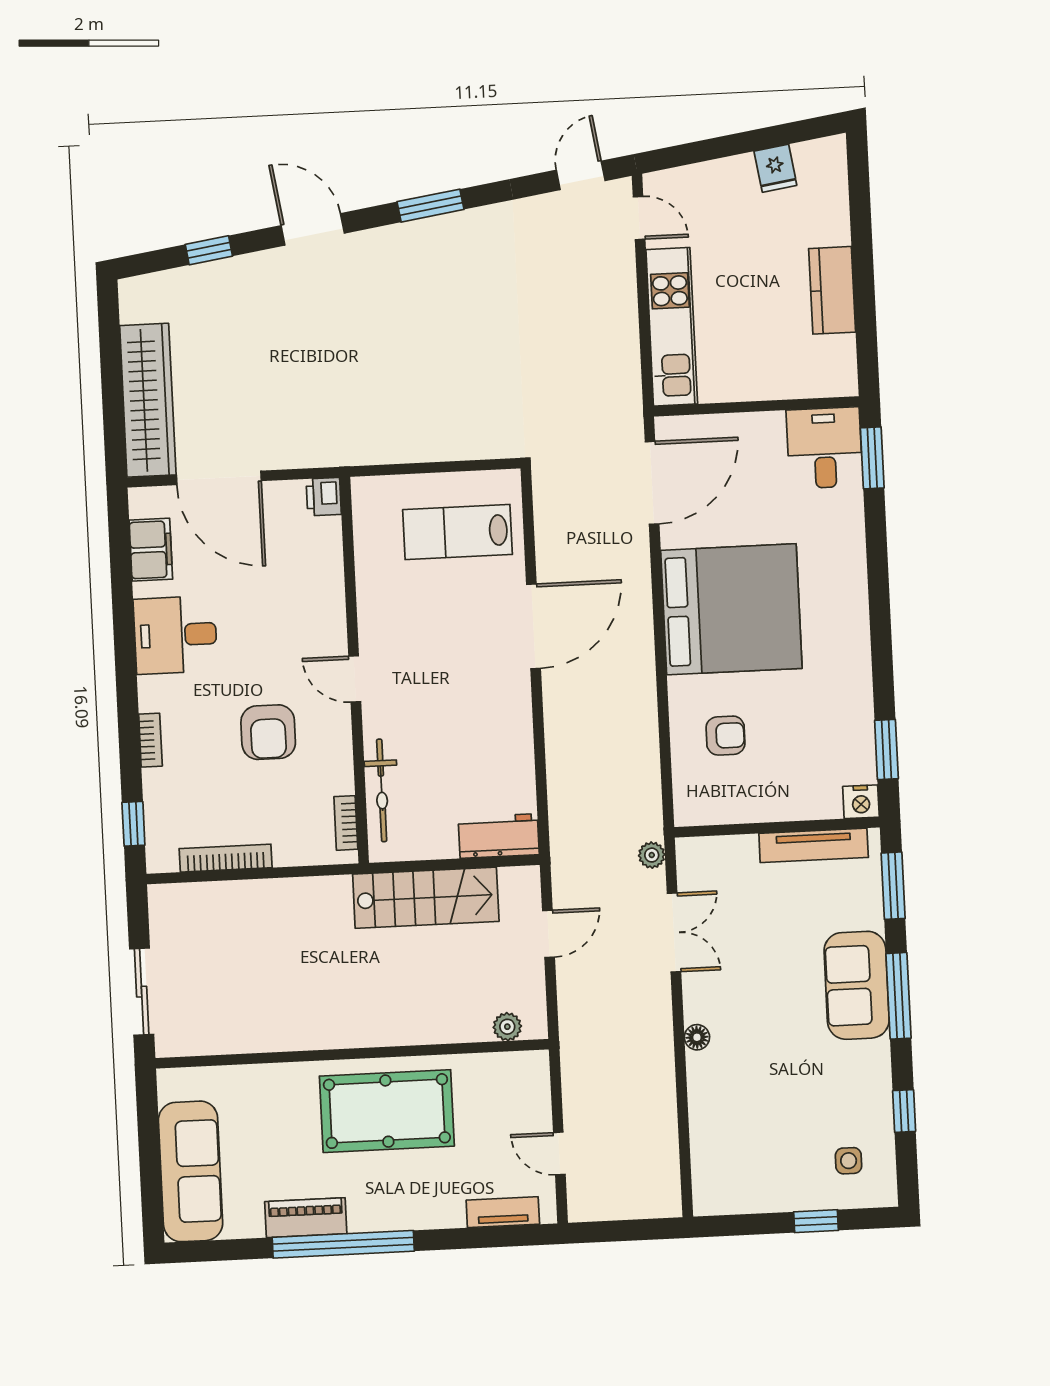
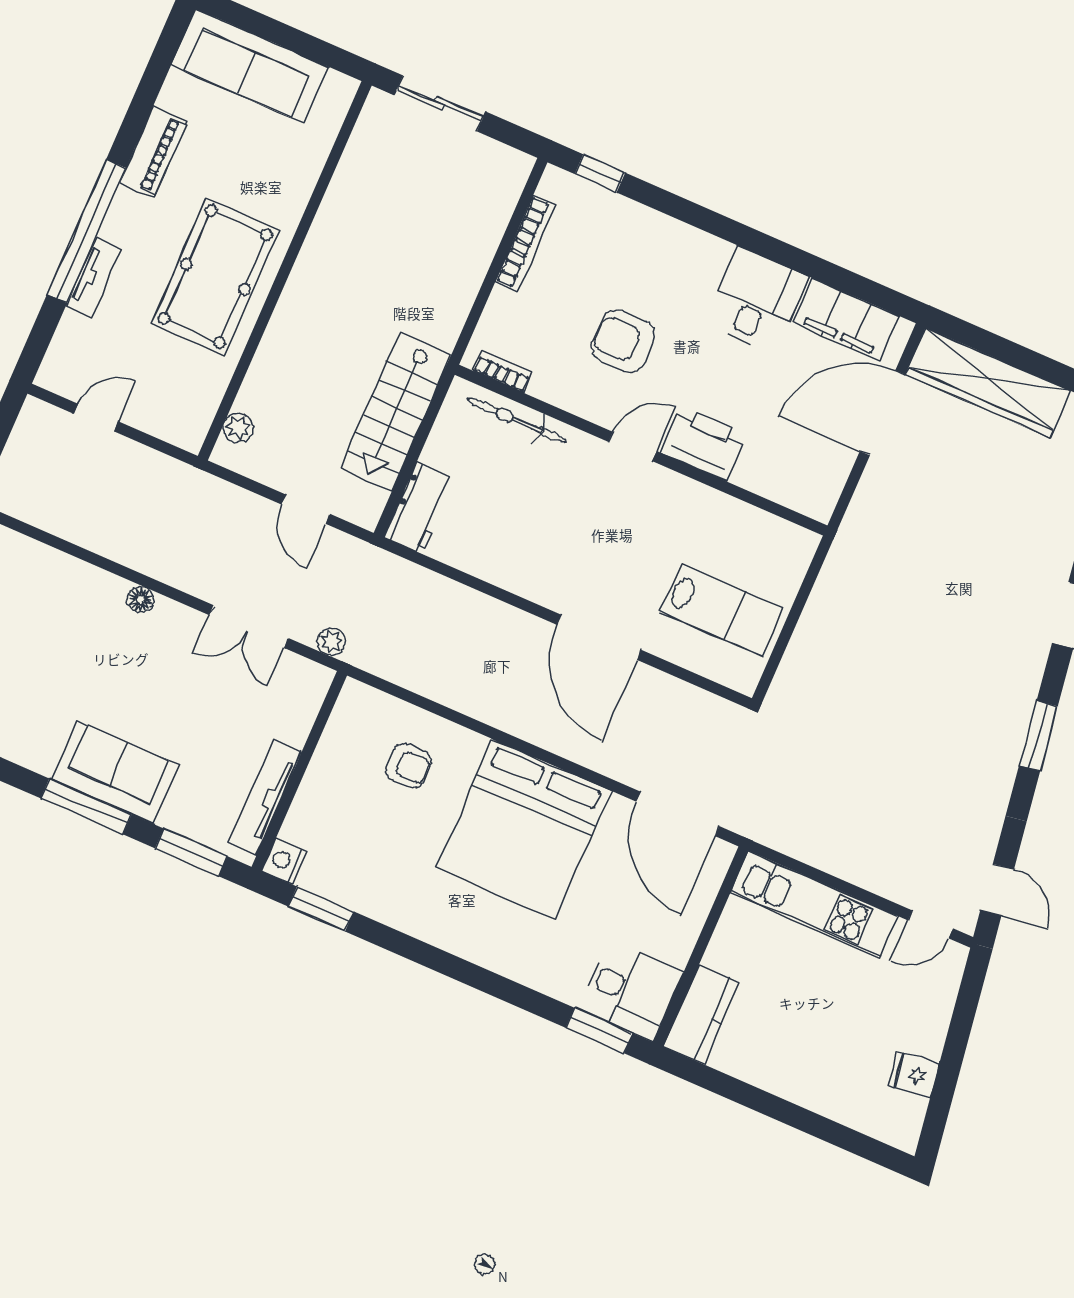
kitchen counter: (832, 290) -> (701, 1015), moved, turned 90
printer: (324, 497) -> (704, 443), moved, width x1.87, depth x1.48
lab bench: (458, 532) -> (722, 610), turned 90
filing cabinet: (151, 550) -> (846, 320), width x1.50, depth x1.17
armchair: (725, 736) -> (408, 766), turned -90
bookcase: (150, 740) -> (670, 228), removed
tv unit: (503, 1212) -> (94, 277), moved
window: (343, 1244) -> (87, 231), moved

